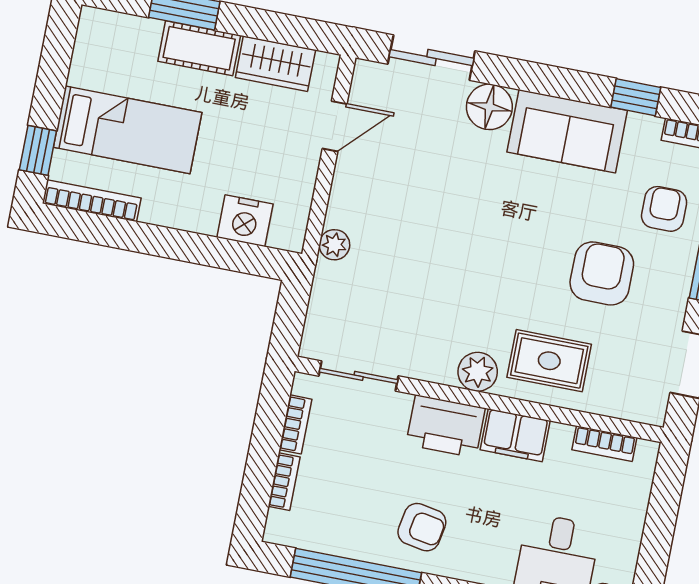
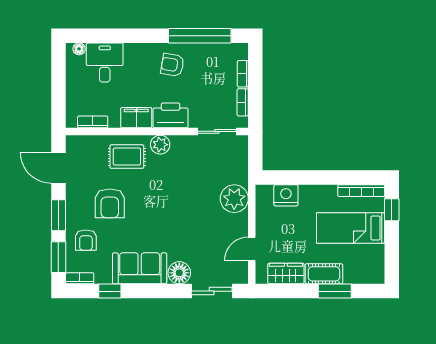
plant: (334, 245) -> (234, 199), width x1.88, depth x1.88

